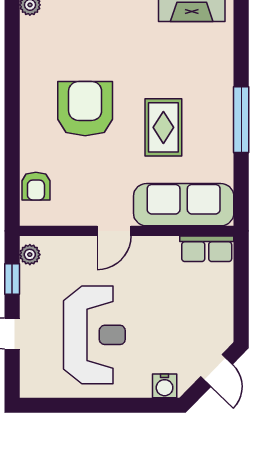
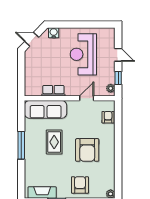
armchair: (102, 26) -> (80, 185), added
door: (114, 231) -> (87, 98), moved
row of seats: (207, 249) -> (53, 91), moved
door: (216, 370) -> (32, 39), hinge flipped

